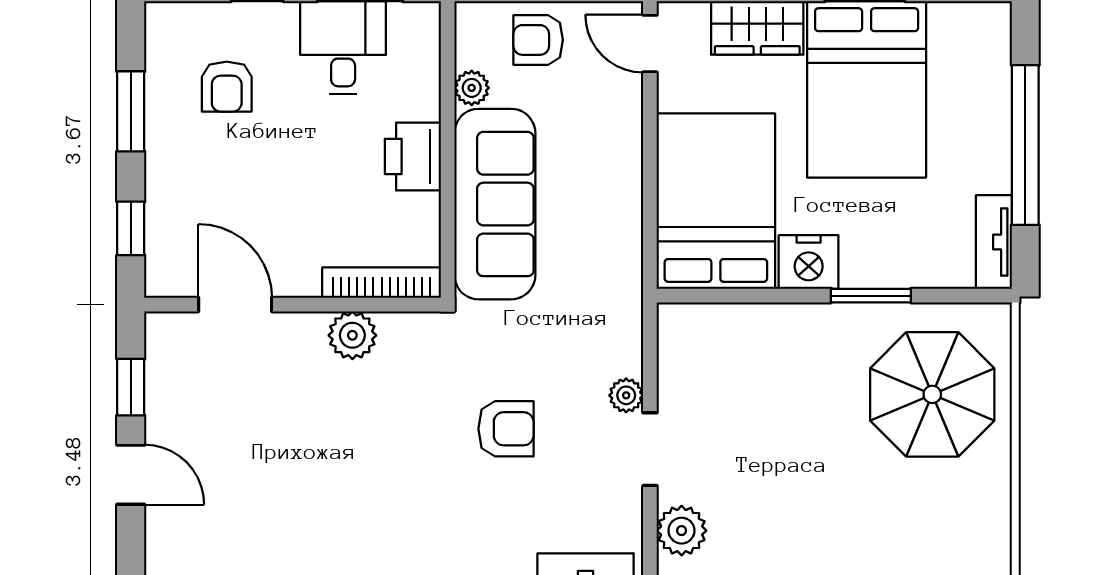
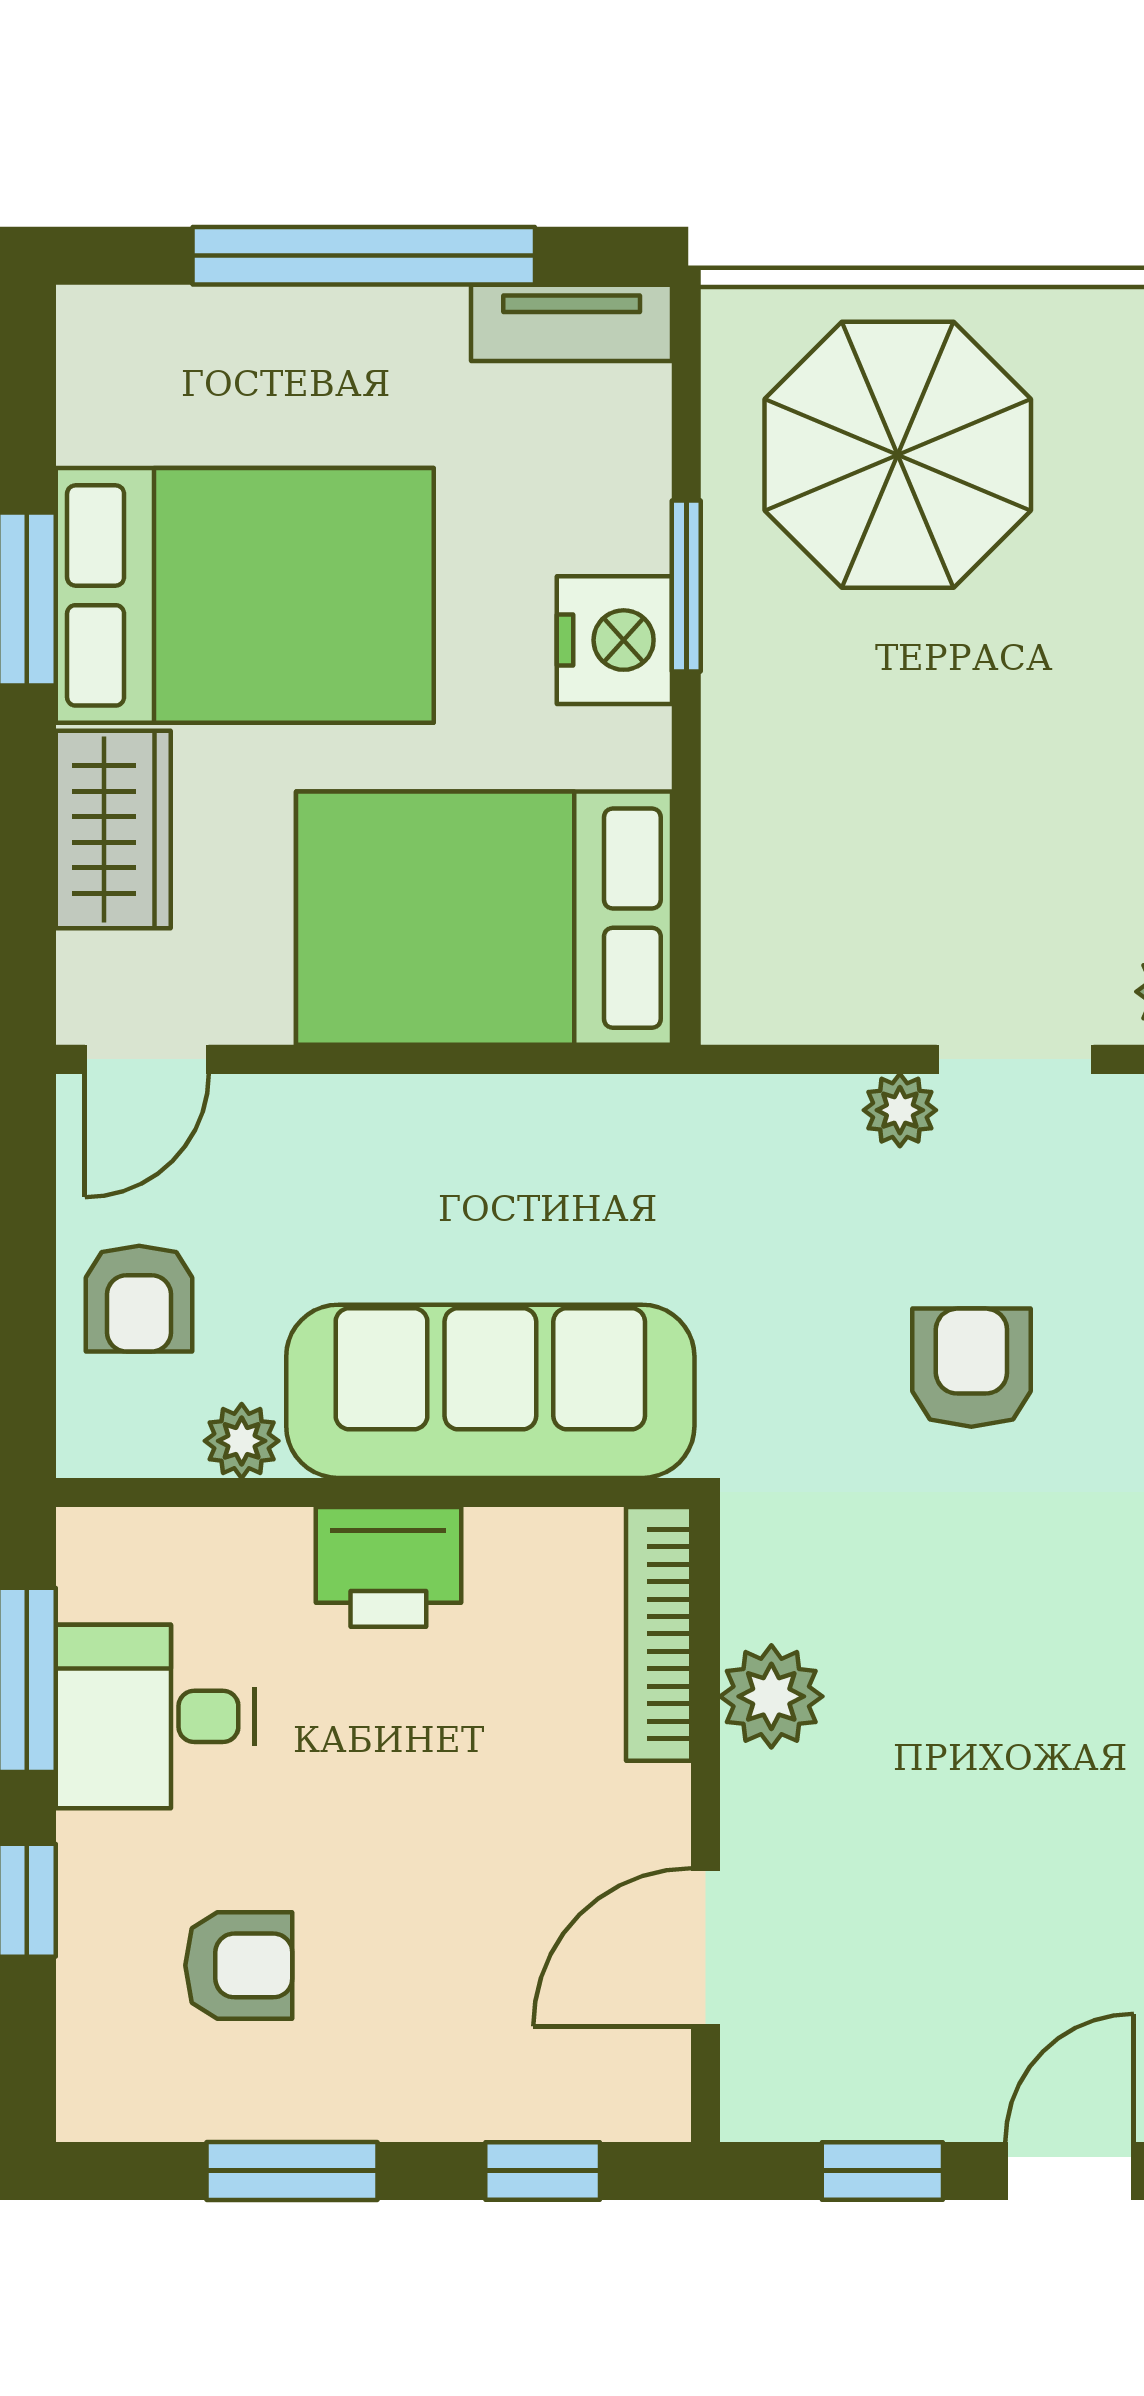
nightstand: (809, 262) -> (614, 640), moved

